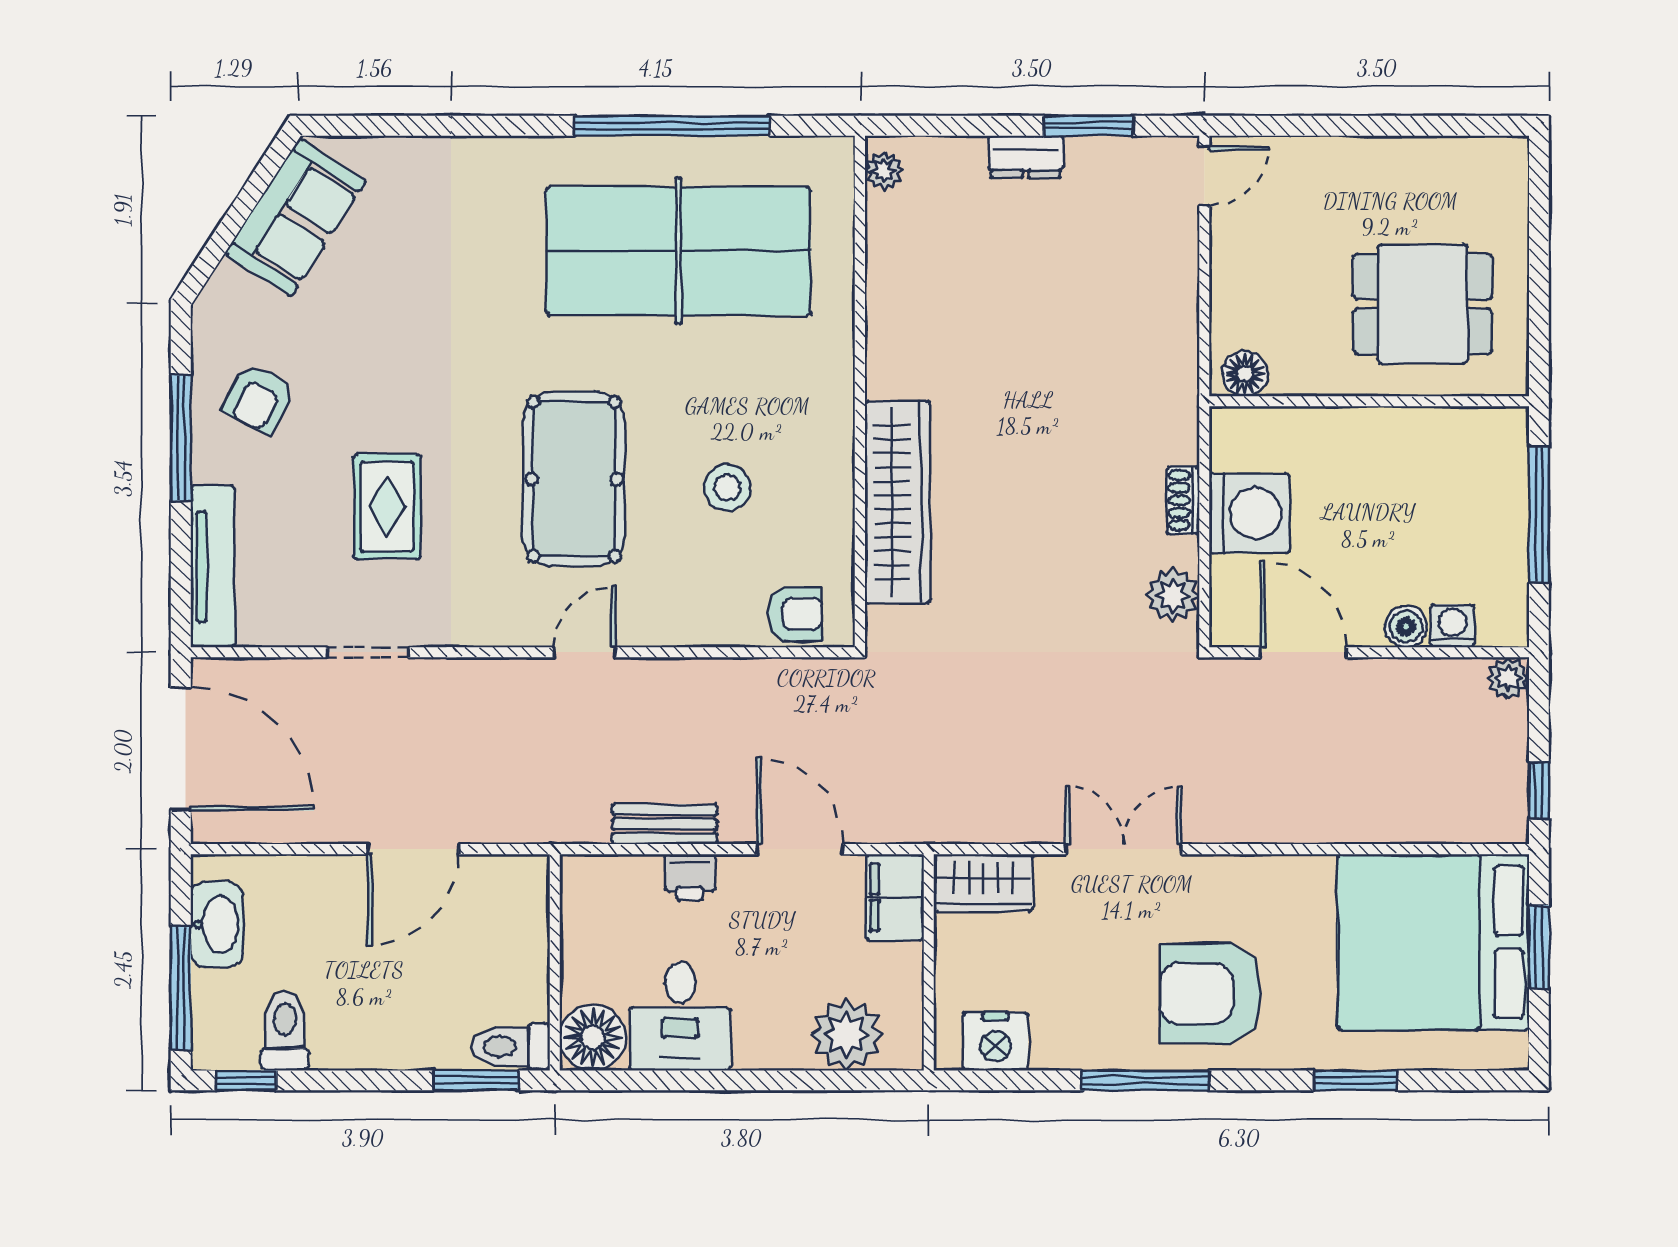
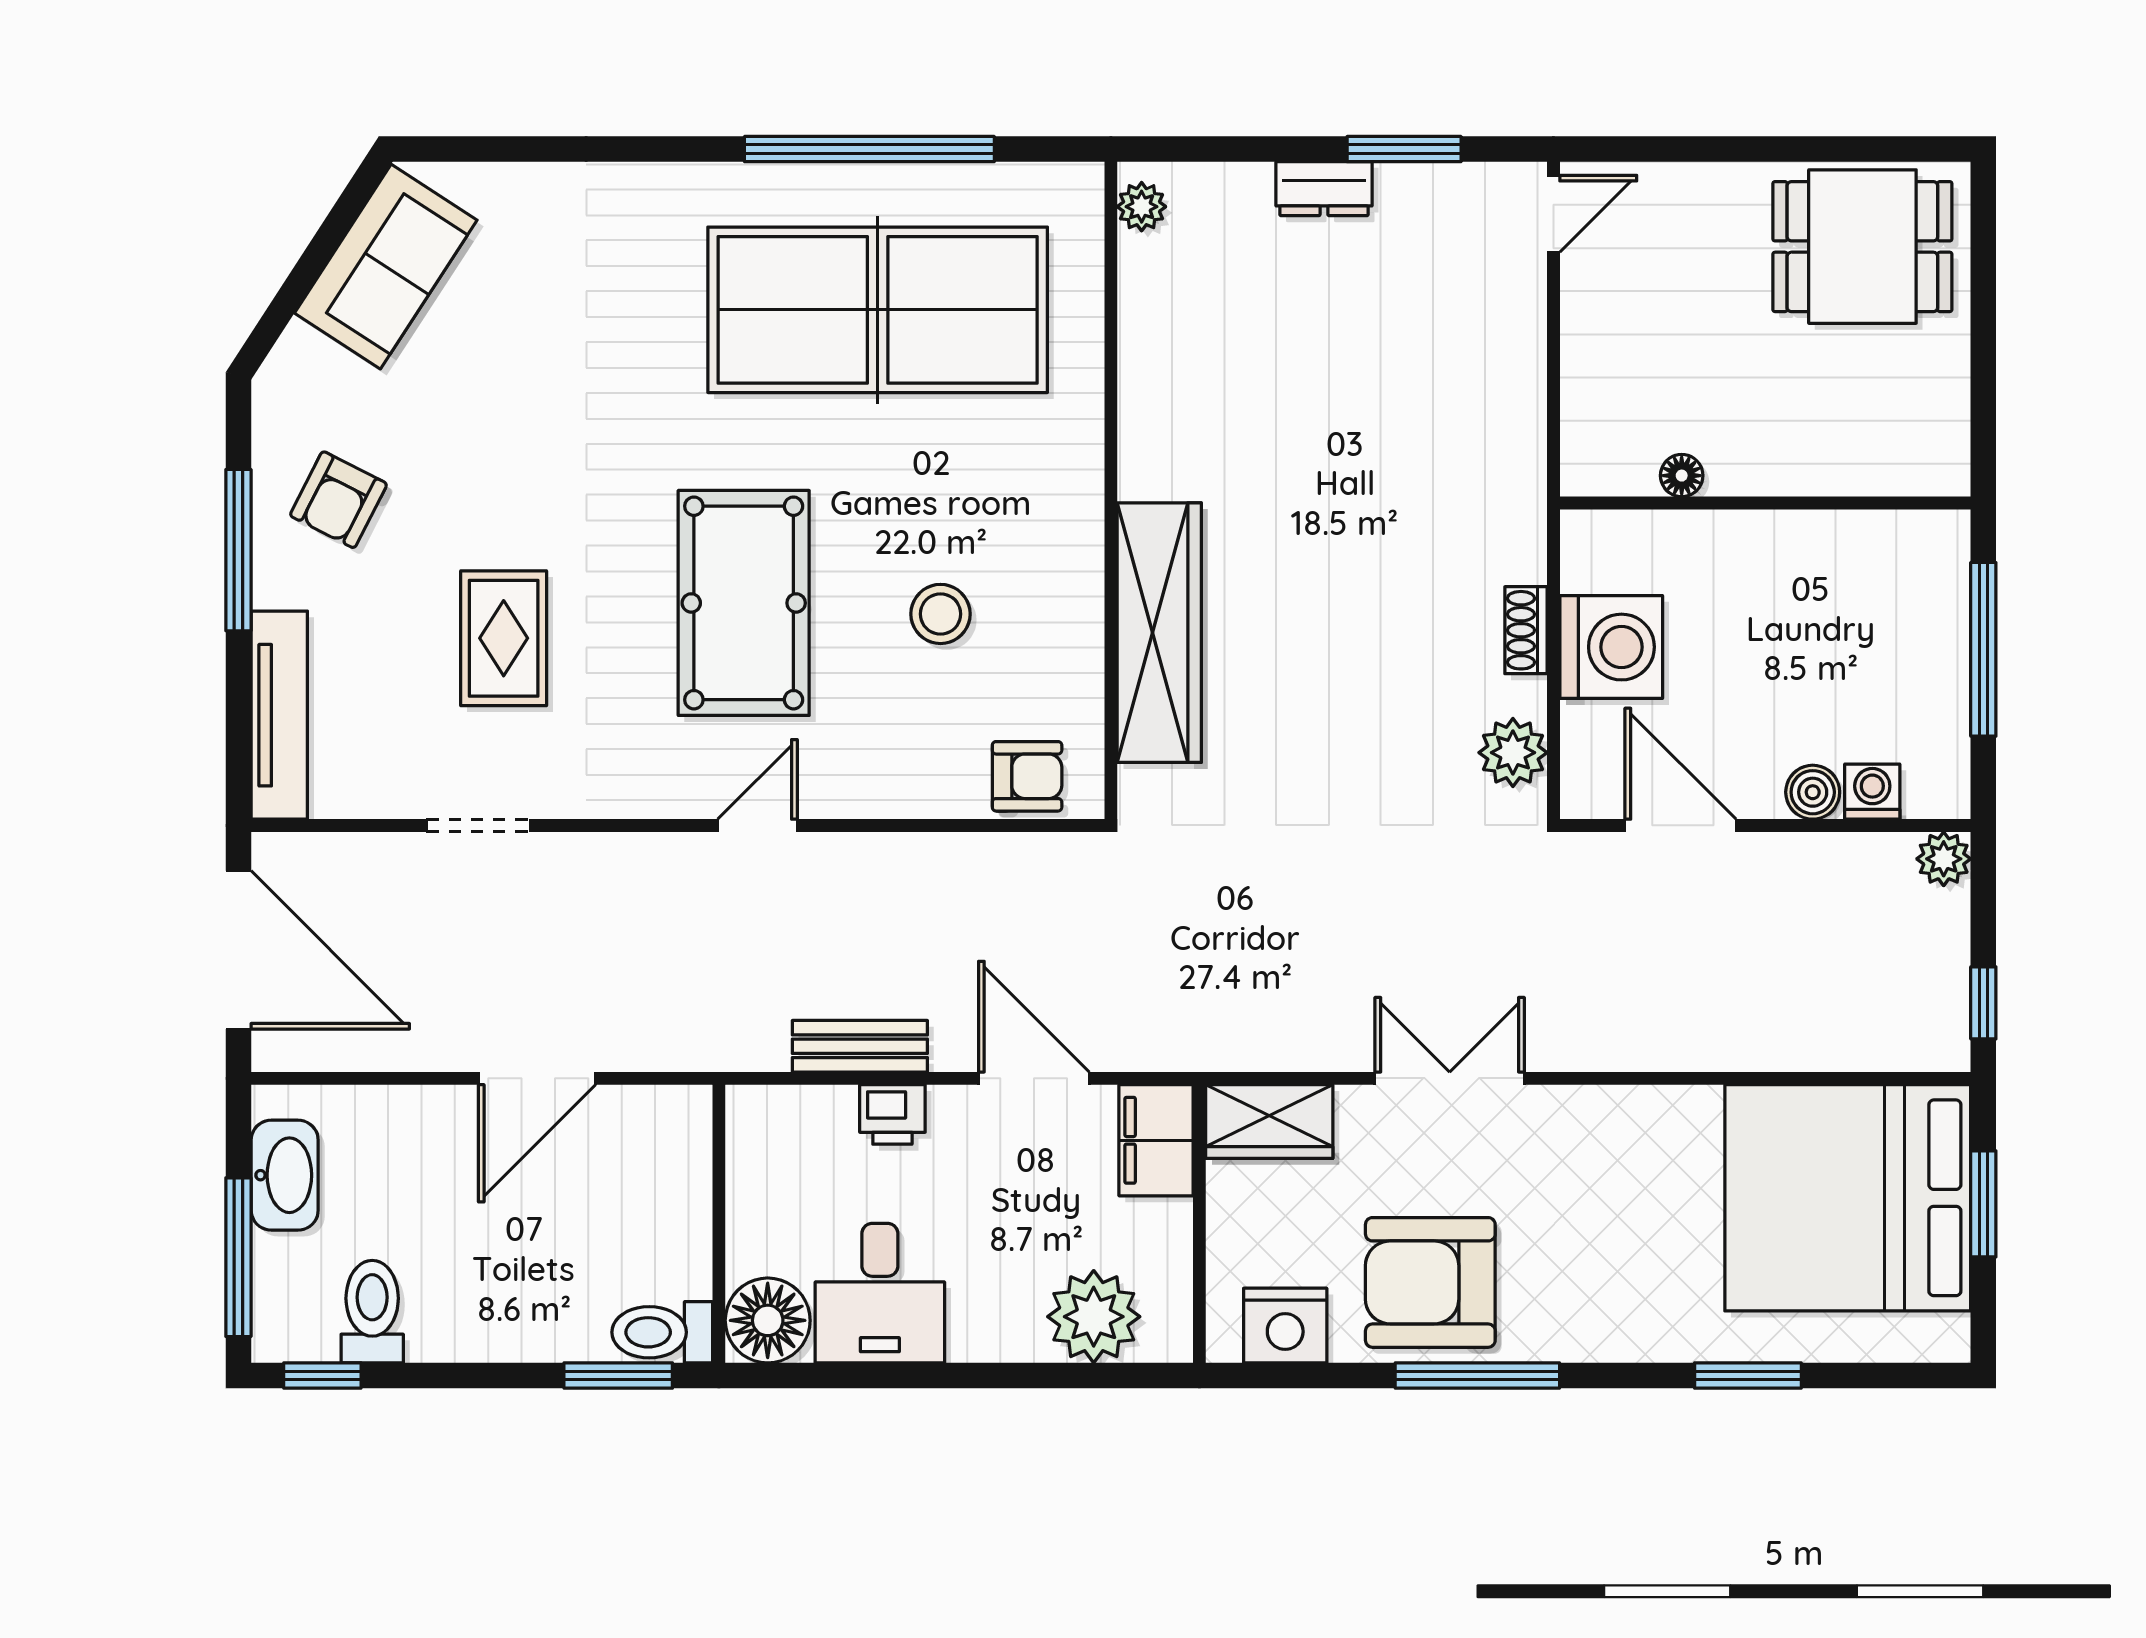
dining table: (1423, 304) -> (1862, 247), moved
floor lamp: (1245, 374) -> (1682, 476), moved, width x0.73, depth x0.73
armchair: (1210, 993) -> (1430, 1282), moved

